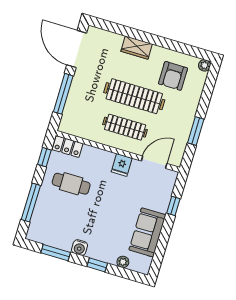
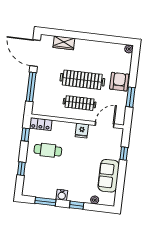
wardrobe: (137, 48) -> (64, 43), moved
armchair: (173, 76) -> (119, 82), moved, turned 180
window: (31, 202) -> (21, 169), width x0.46

